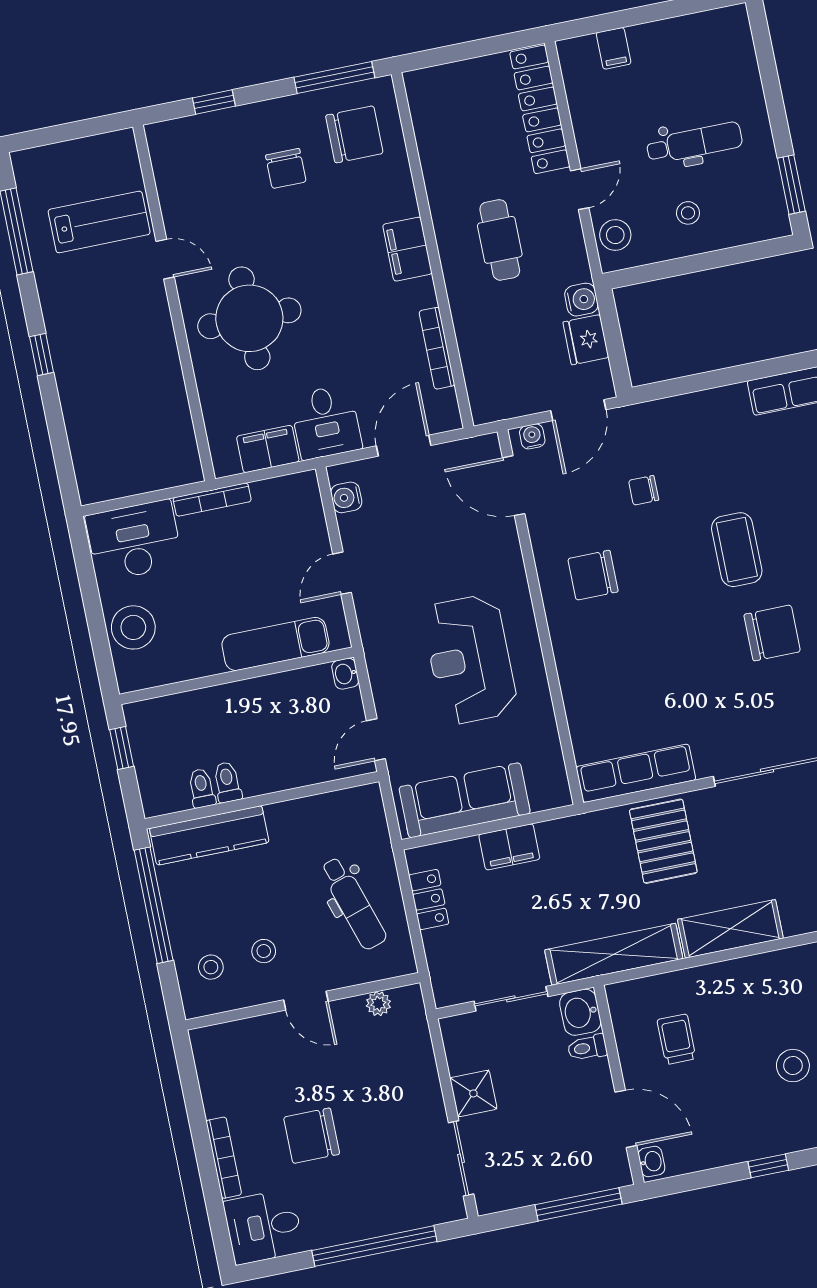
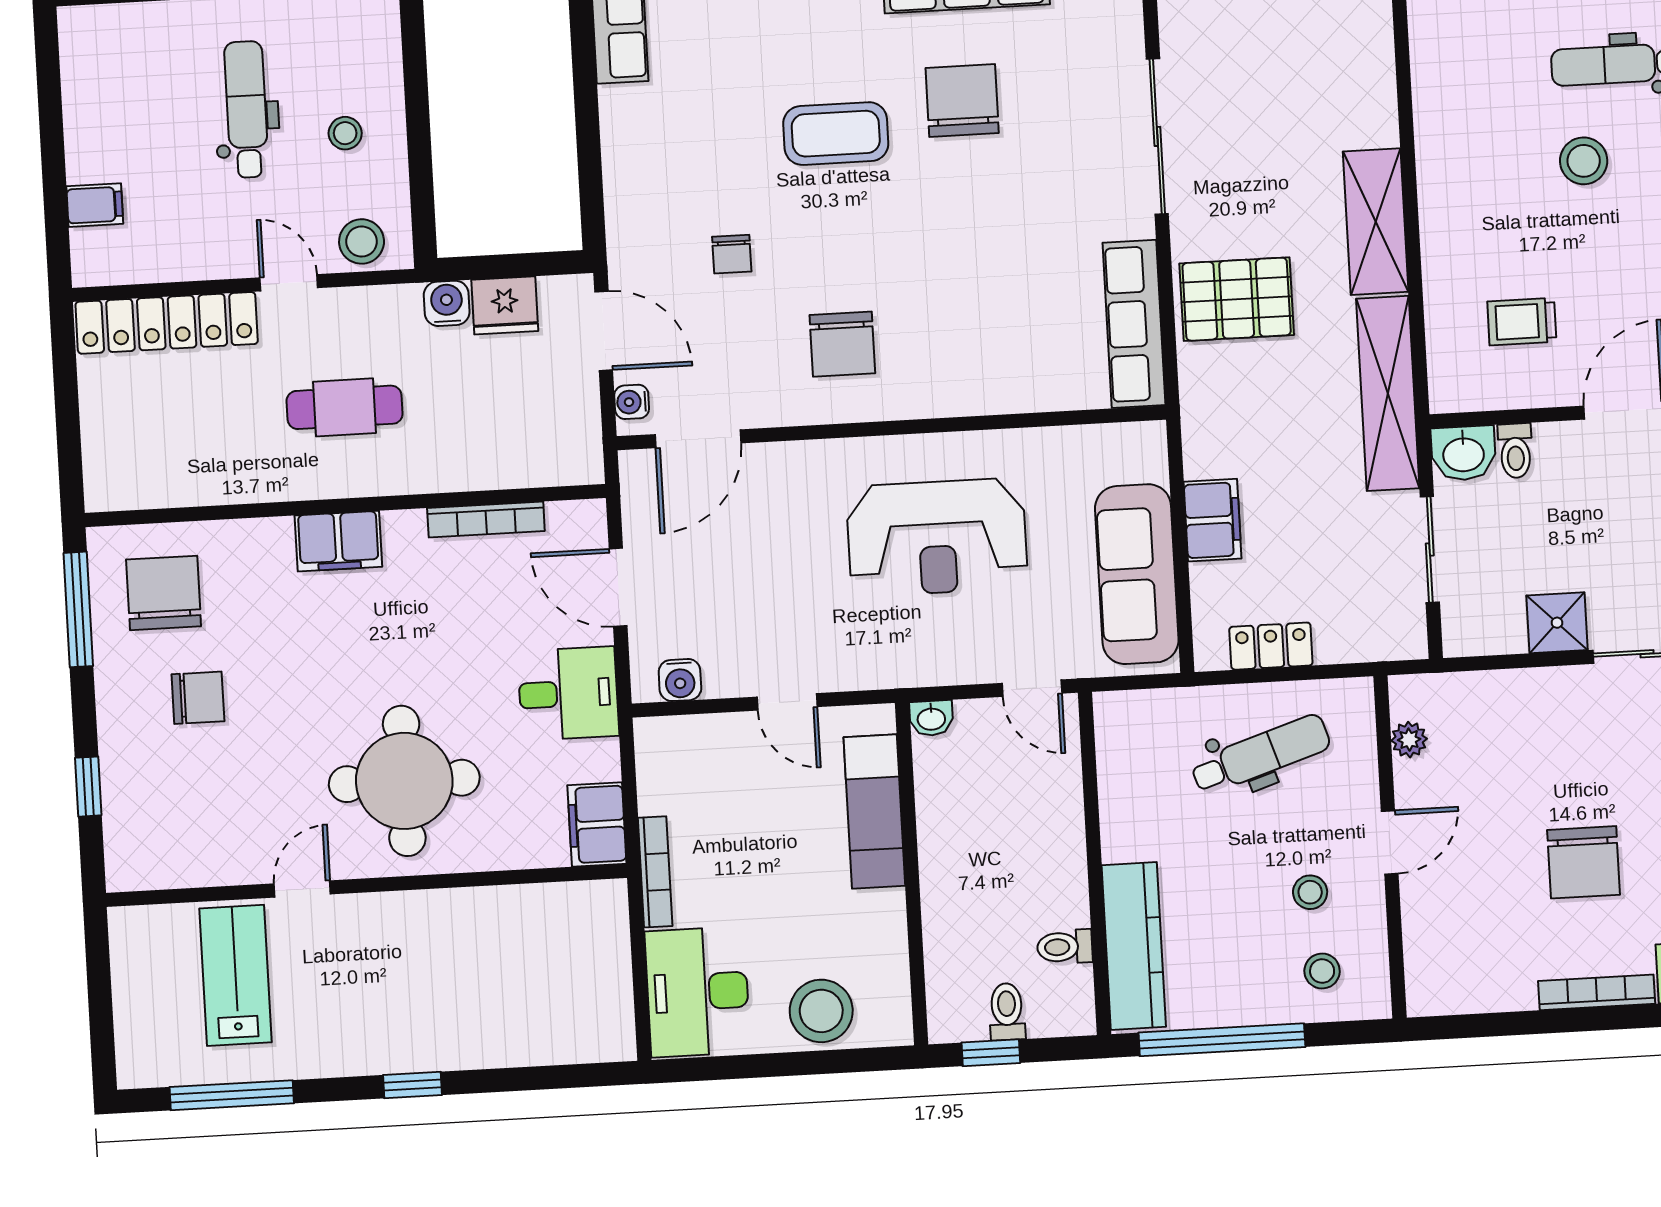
filing cabinet: (268, 449) -> (597, 824), moved
toilet: (227, 782) -> (1007, 1012), moved, turned 90

